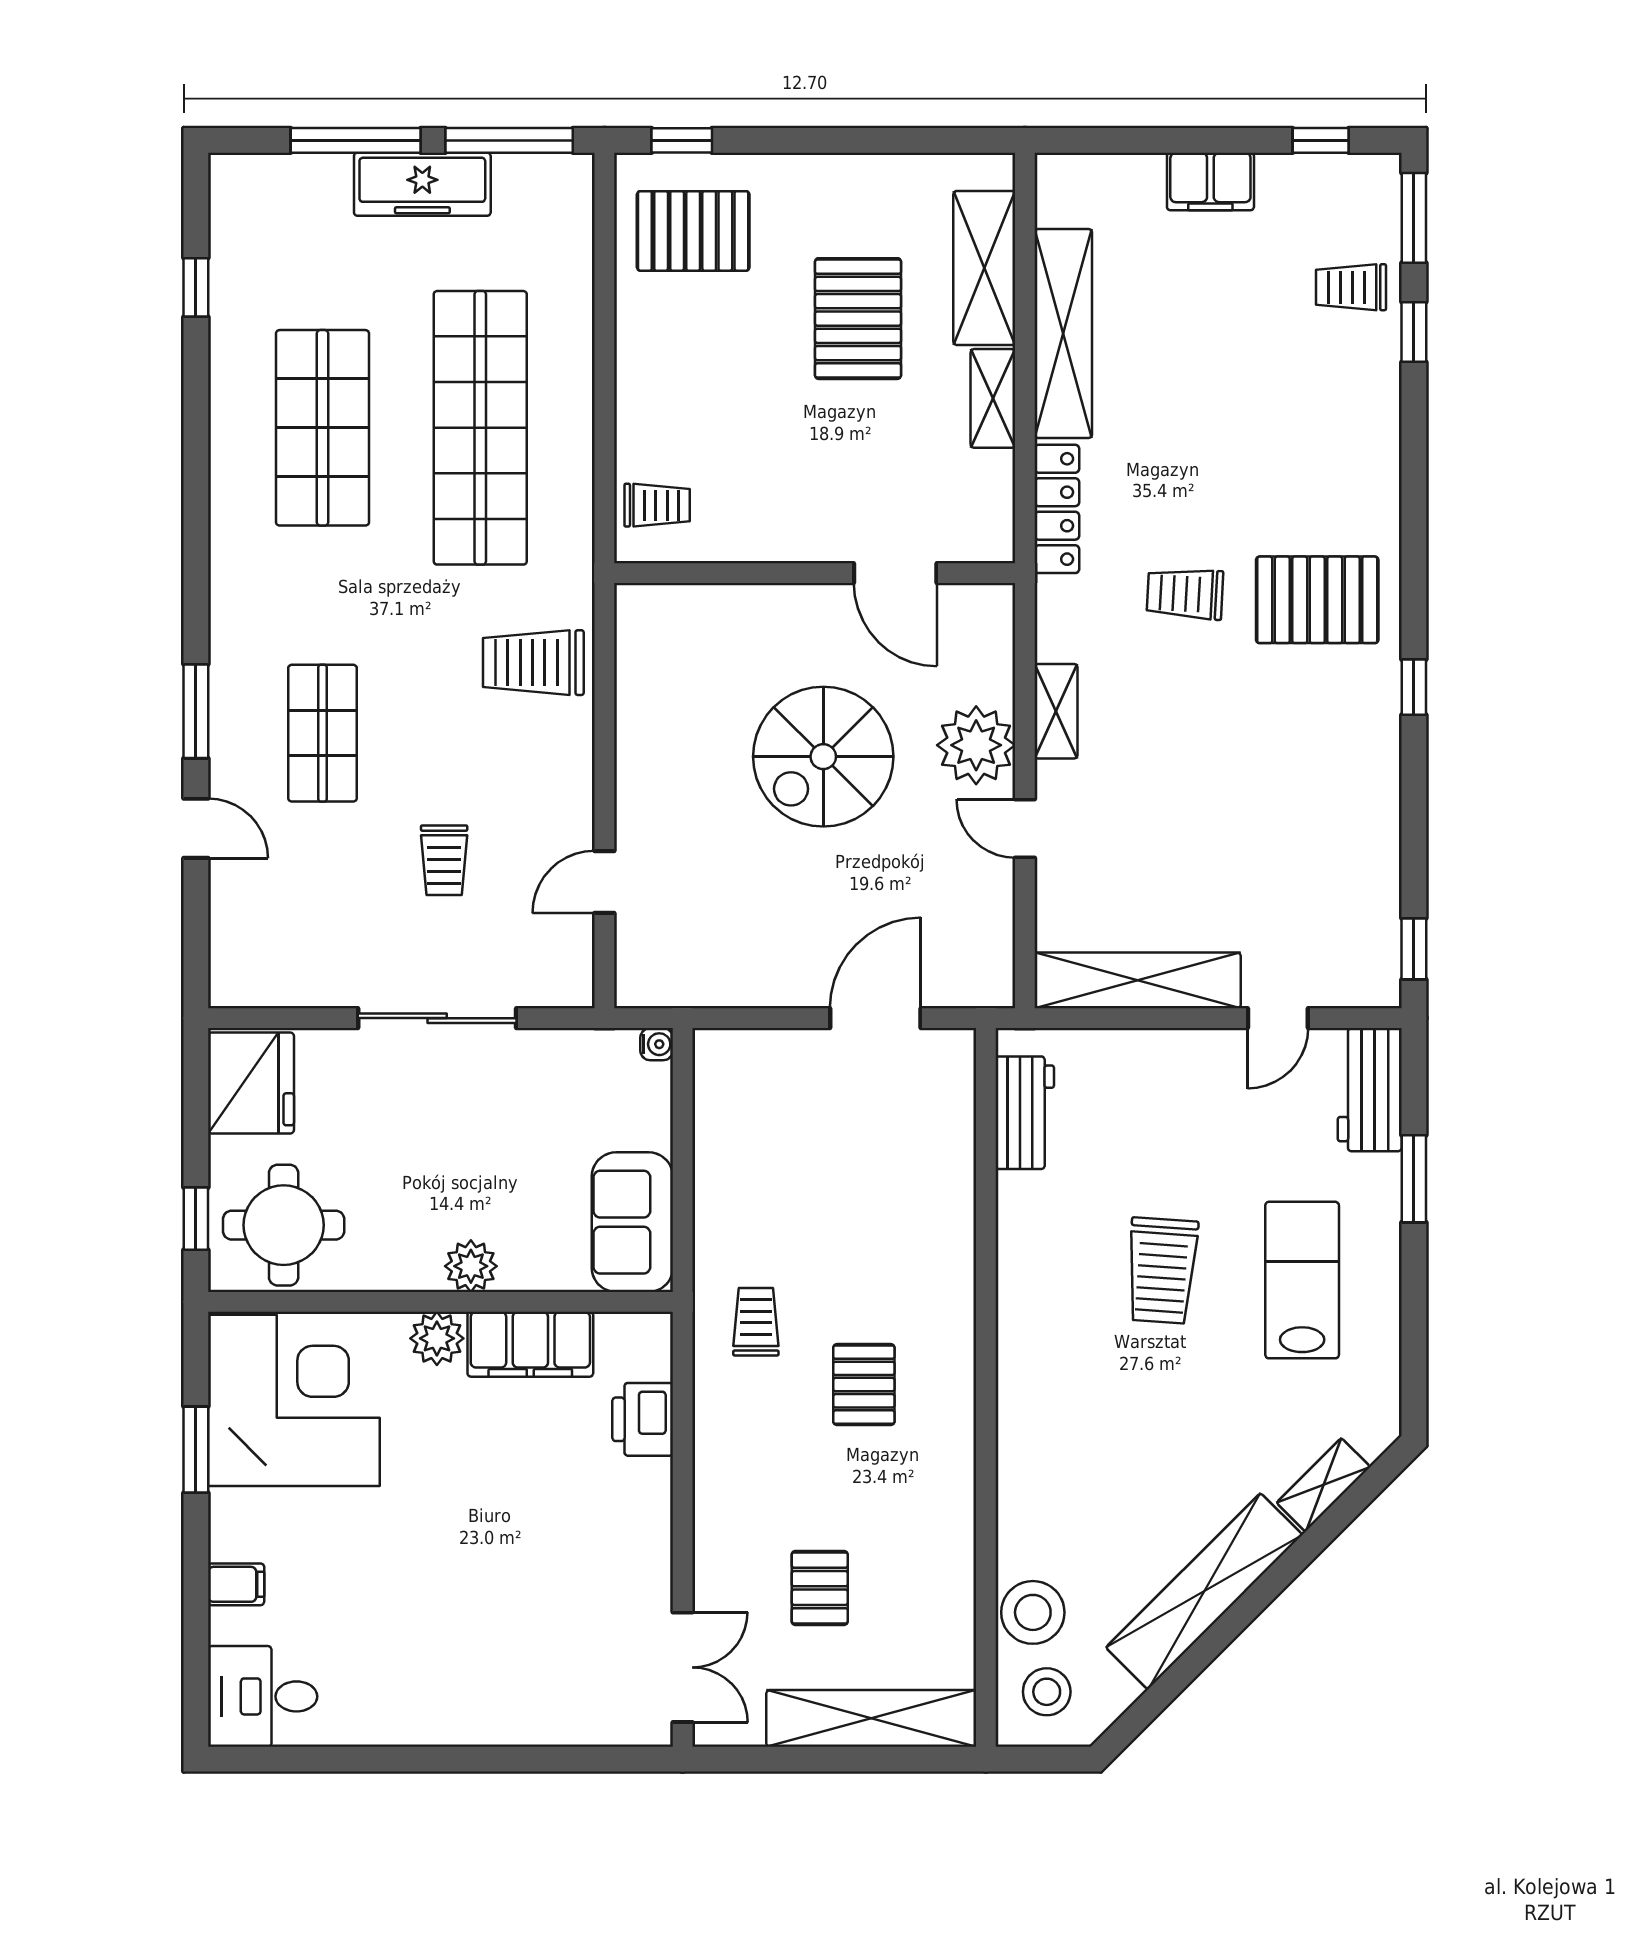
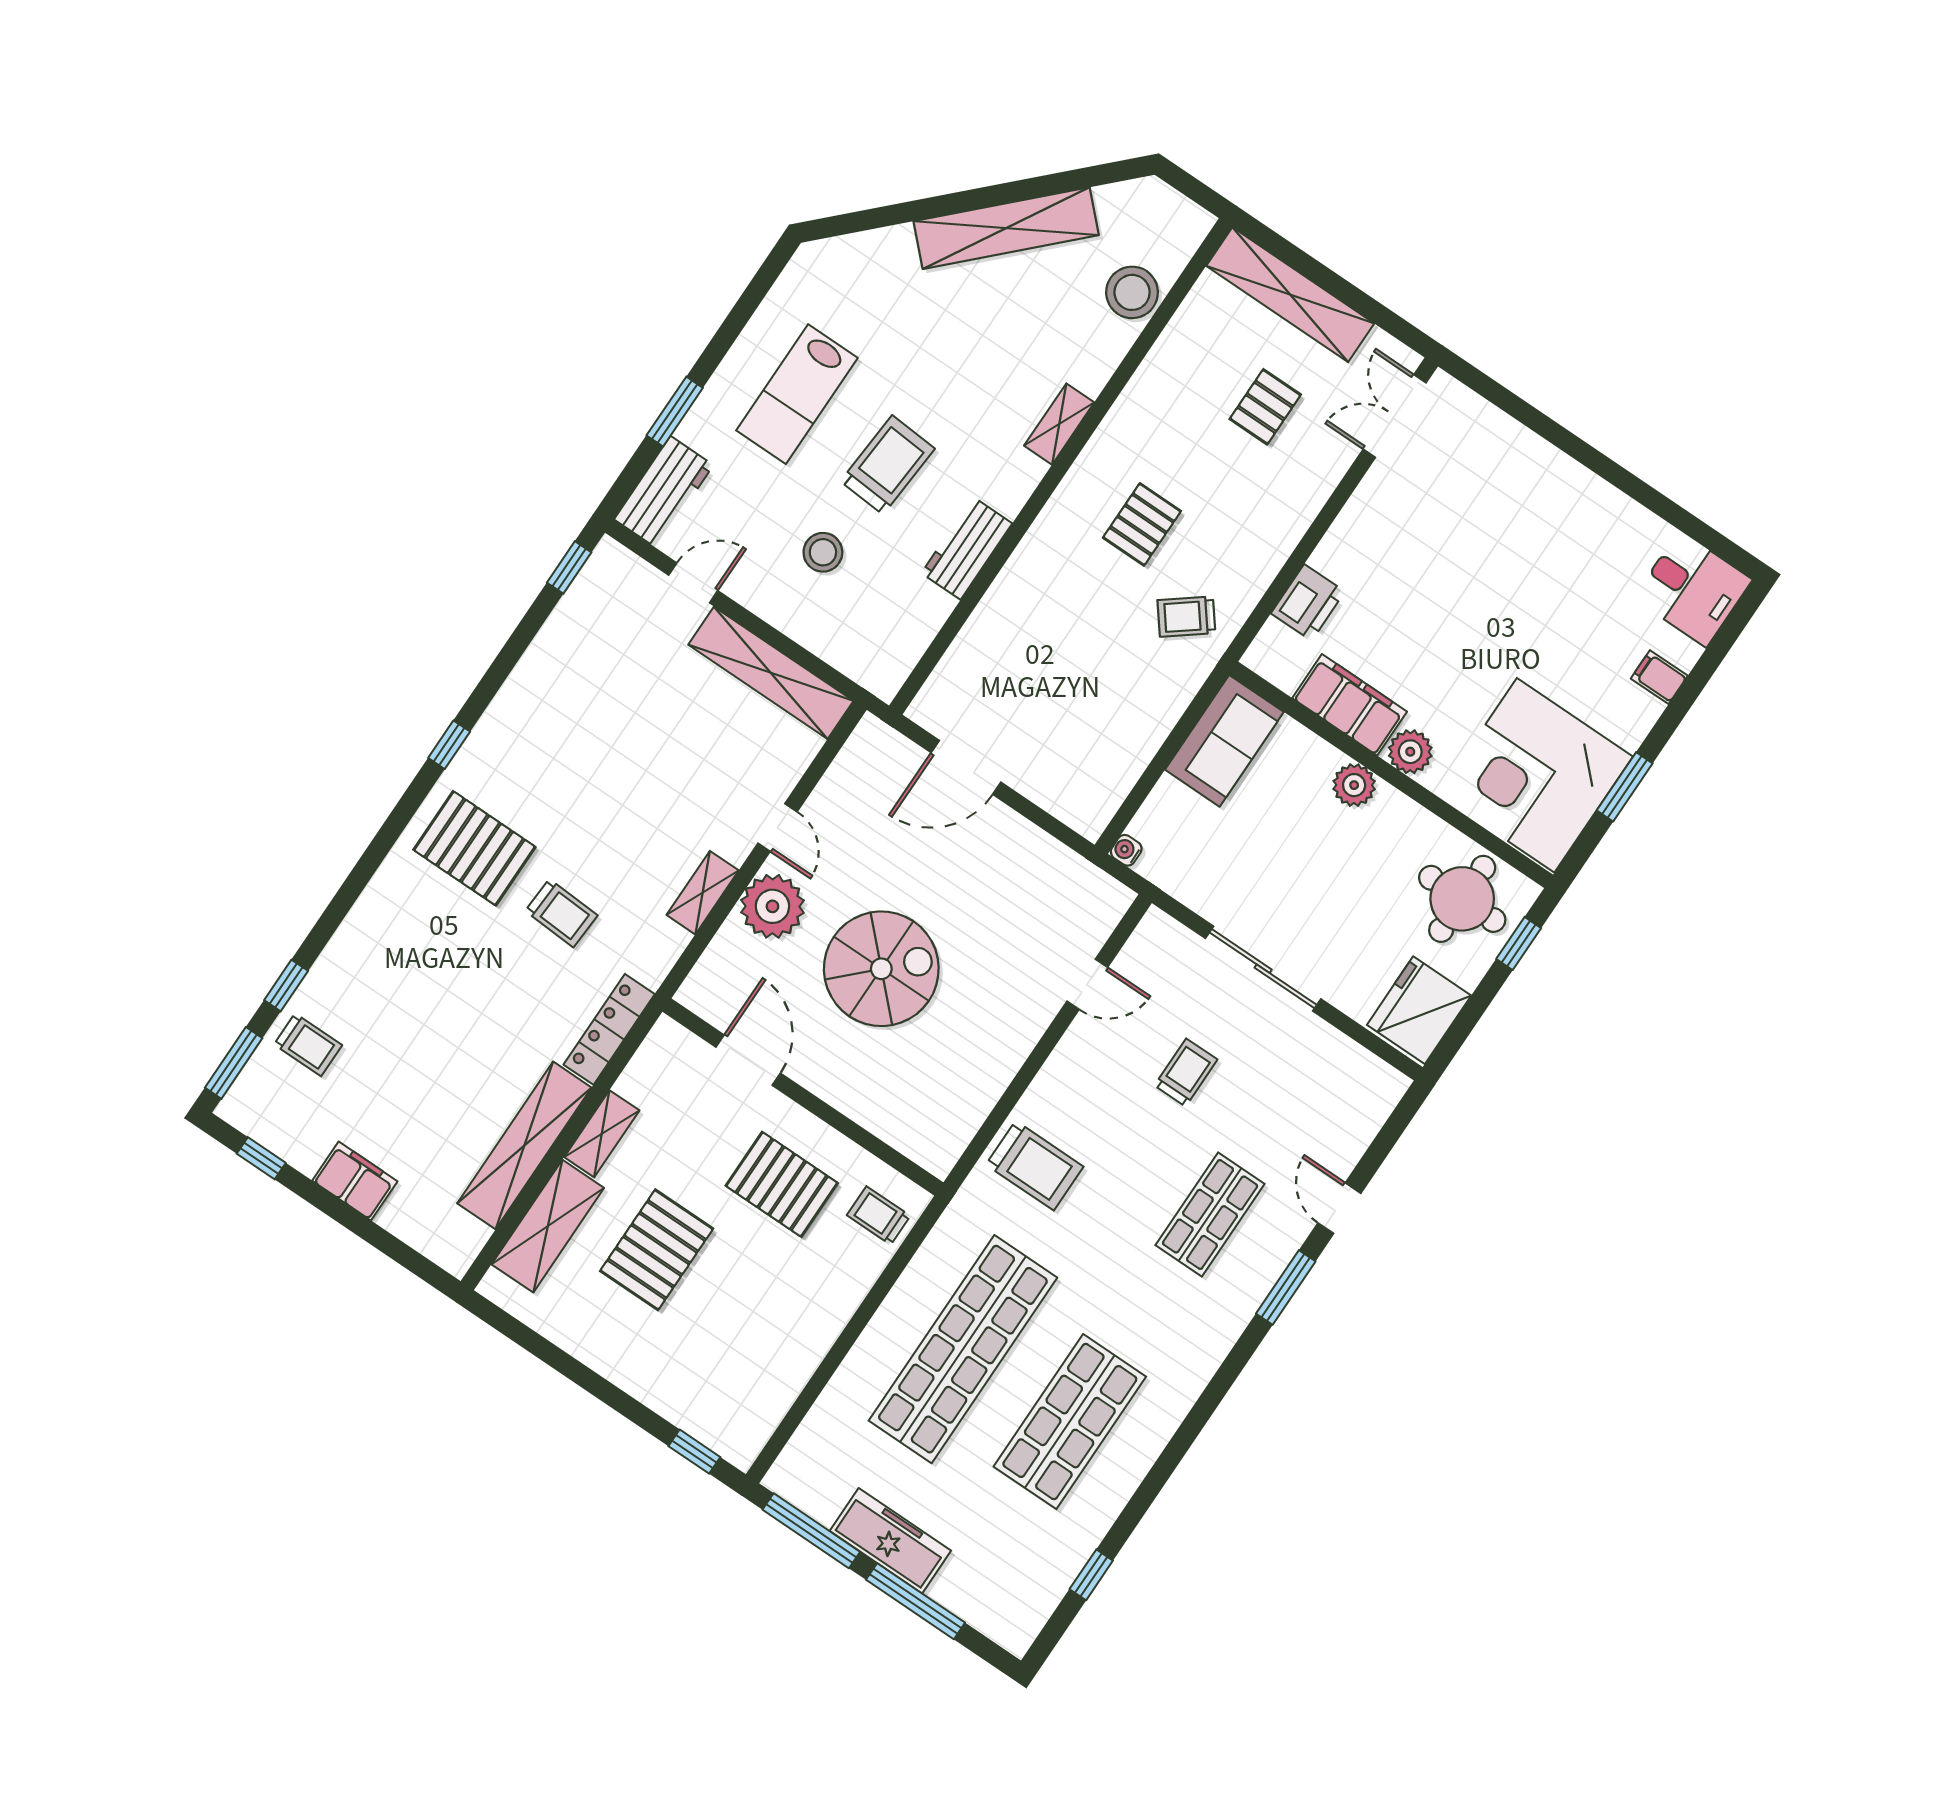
pallet: (693, 231) -> (782, 1184), moved
workbench: (1025, 1113) -> (967, 548), moved
trolley: (756, 1322) -> (1186, 617), turned 52
shelving: (1323, 1485) -> (1059, 424), moved, turned -45
stool: (1047, 1692) -> (823, 552), moved

